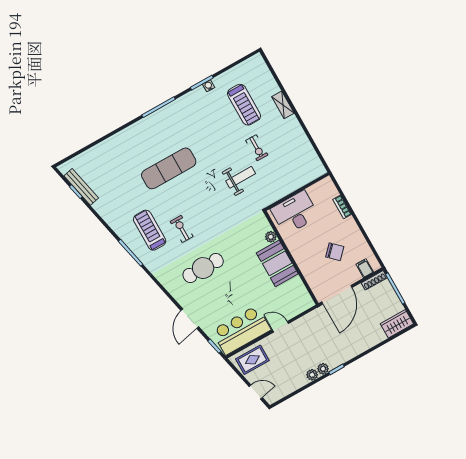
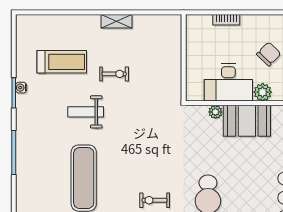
shelving: (283, 105) -> (117, 21), moved
weight bench: (241, 177) -> (86, 112), moved, turned -90
desk: (295, 213) -> (228, 82), moved, turned -90
plant: (304, 263) -> (263, 92), added

